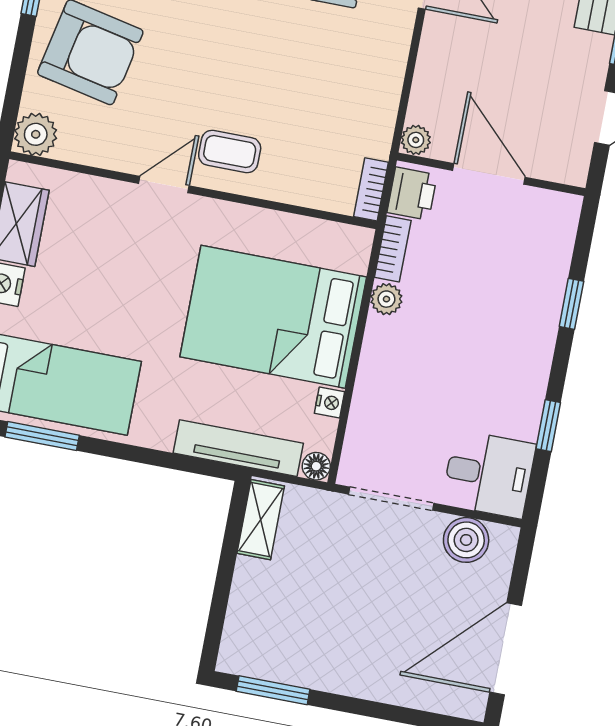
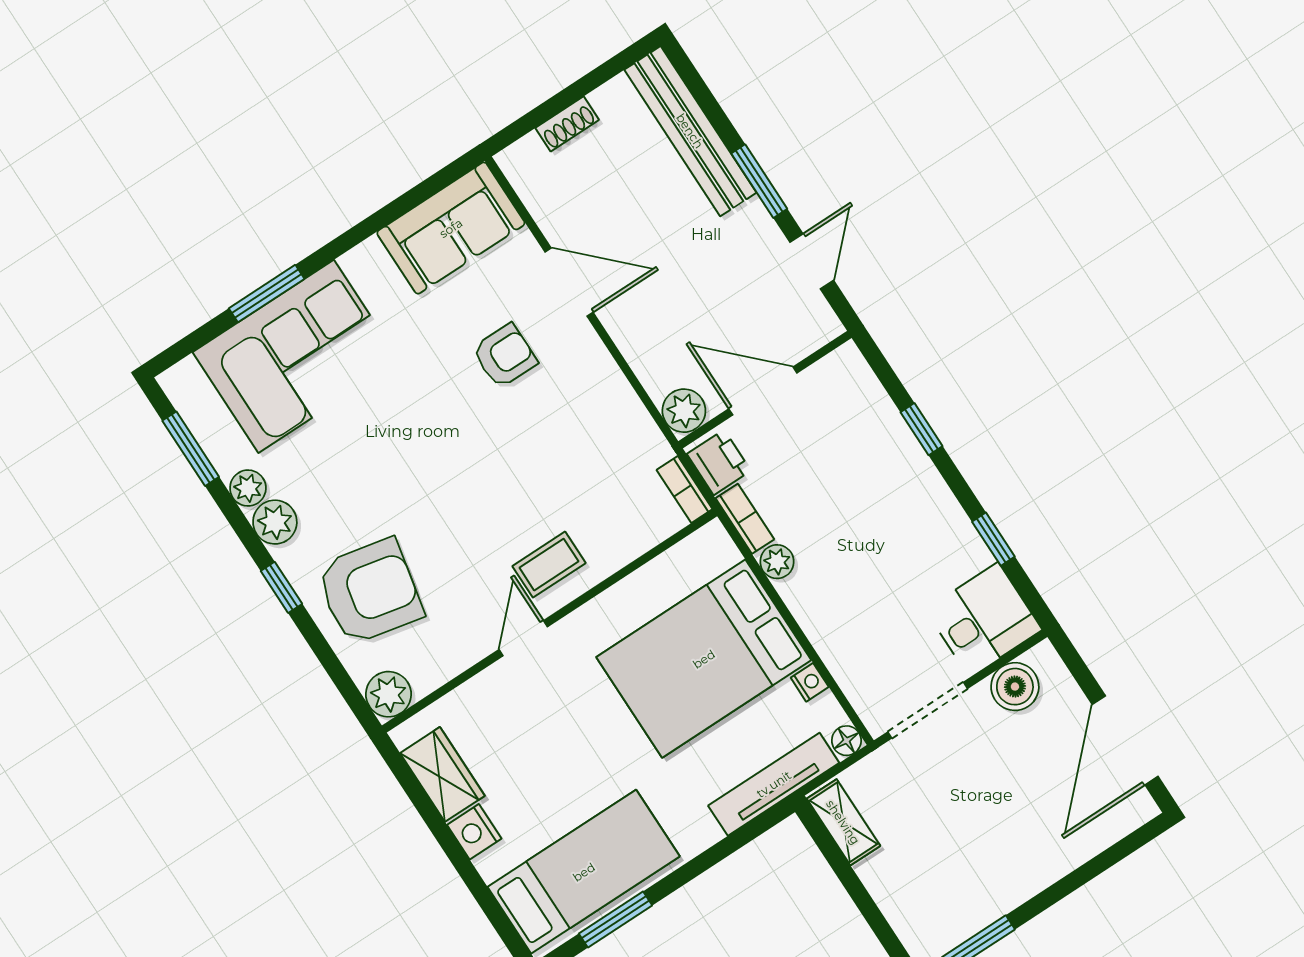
plant: (416, 140) -> (684, 411), width x1.38, depth x1.38

